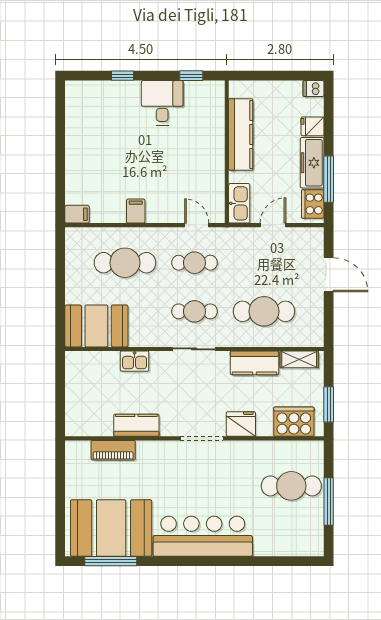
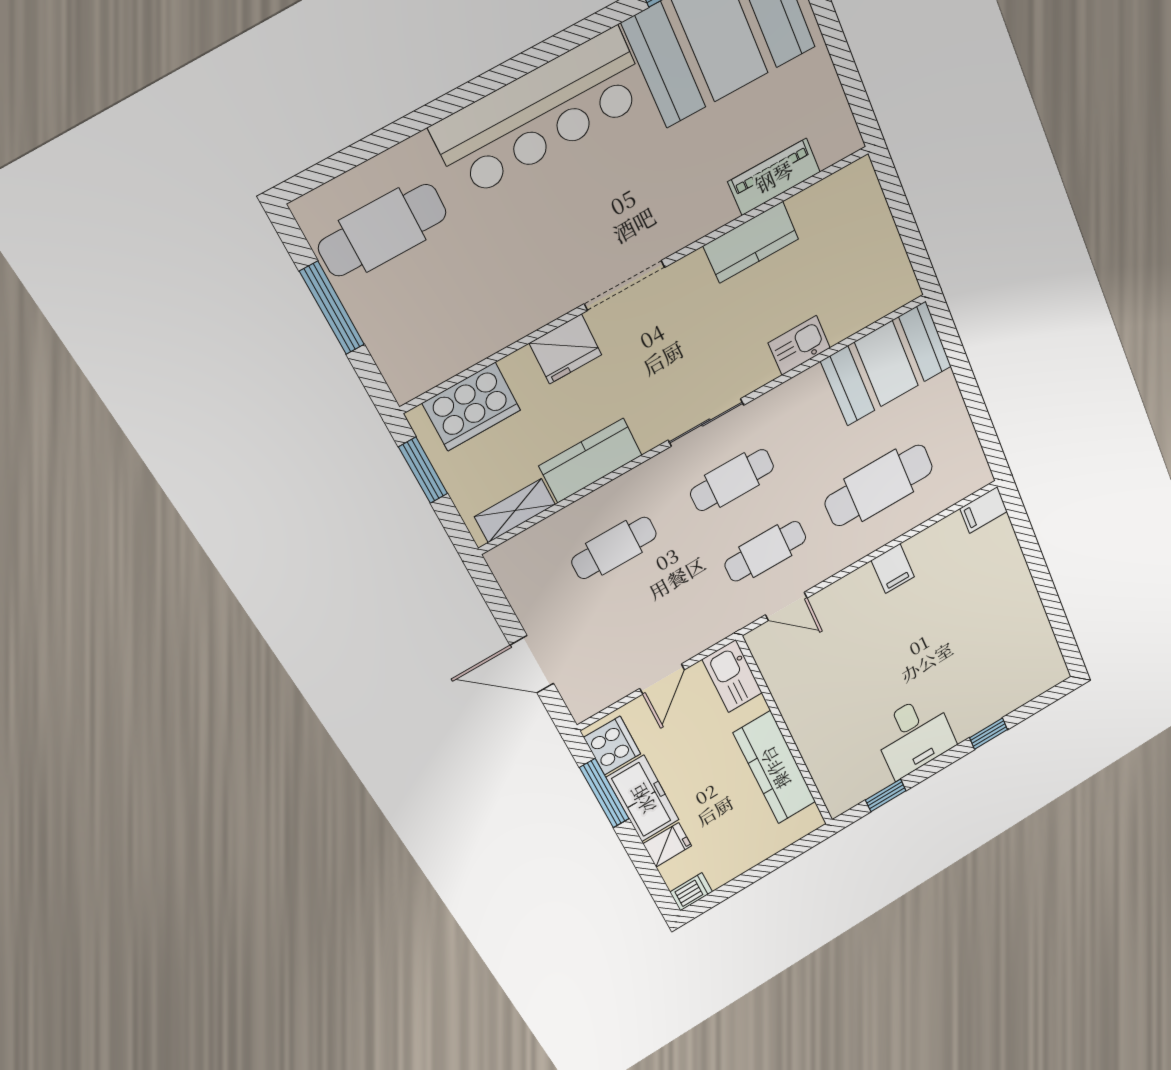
cafe table: (264, 311) -> (614, 548), width x0.73, depth x0.74
cafe table: (291, 486) -> (382, 230), moved

